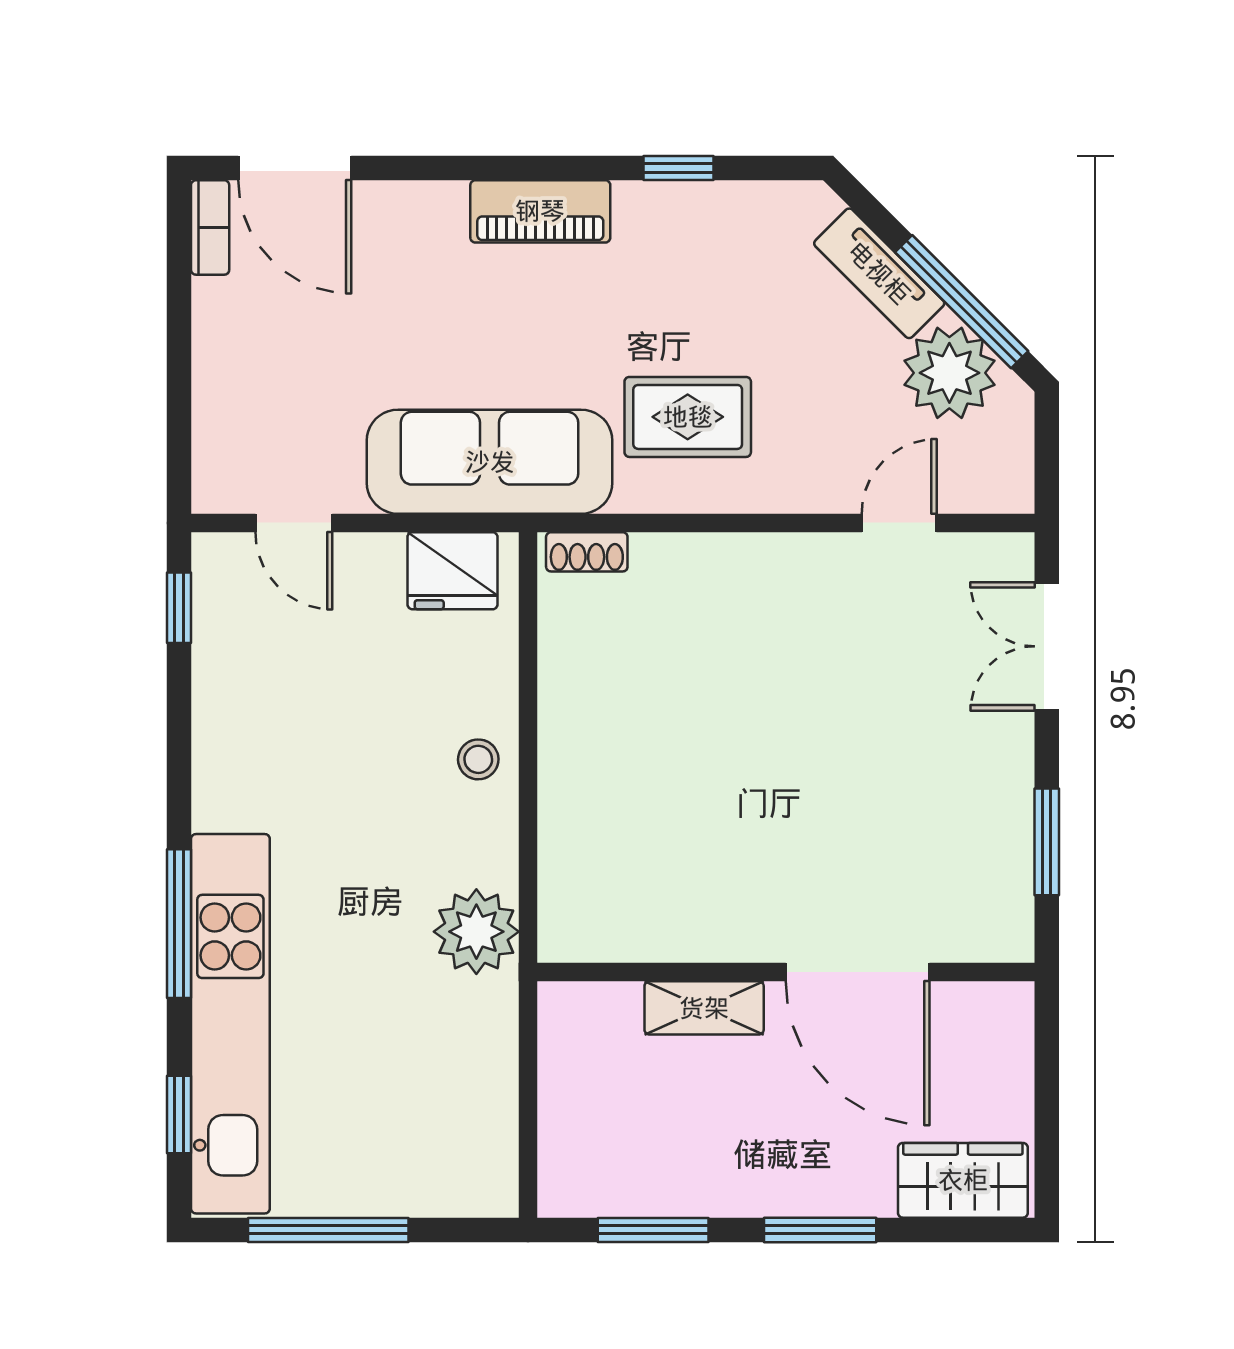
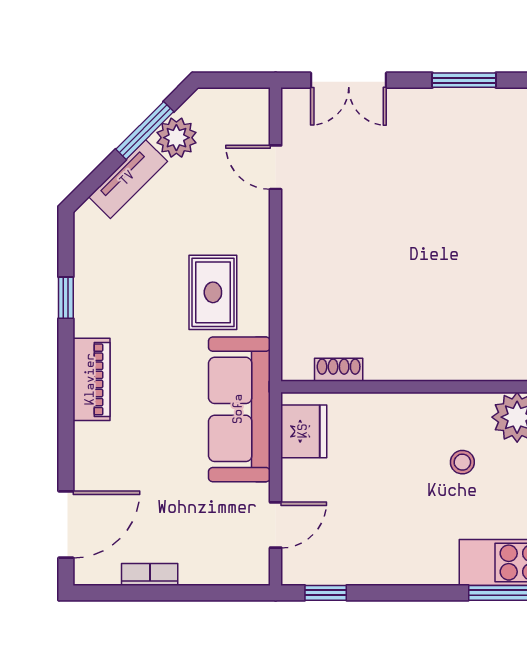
bookcase: (210, 227) -> (150, 575), moved
window: (962, 302) -> (145, 130), width x0.69
plant: (949, 373) -> (176, 138), width x0.73, depth x0.73
shoe rack: (587, 552) -> (339, 370), moved, turned -90
stool: (478, 759) -> (462, 462), moved

